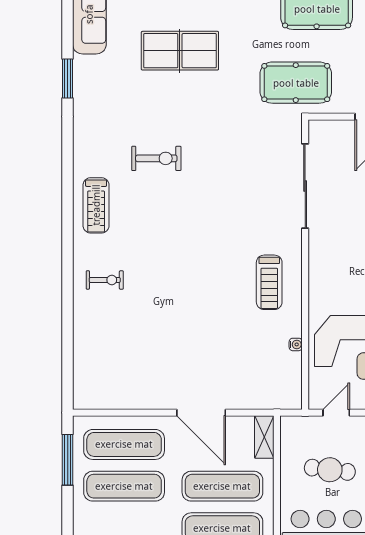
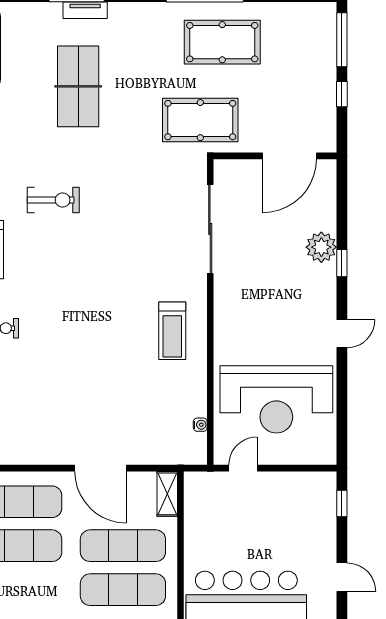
table tennis table: (180, 51) -> (78, 86), turned 90
water cooler: (296, 344) -> (200, 425), moved
cafe table: (330, 470) -> (236, 528), removed

